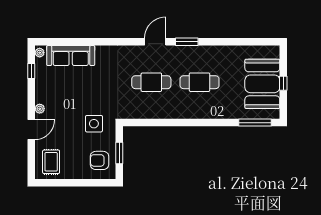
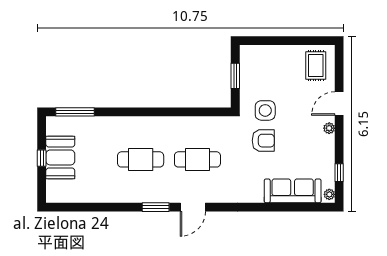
booth: (262, 84) -> (60, 157), width x0.73, depth x0.70
armchair: (100, 160) -> (263, 141), moved

